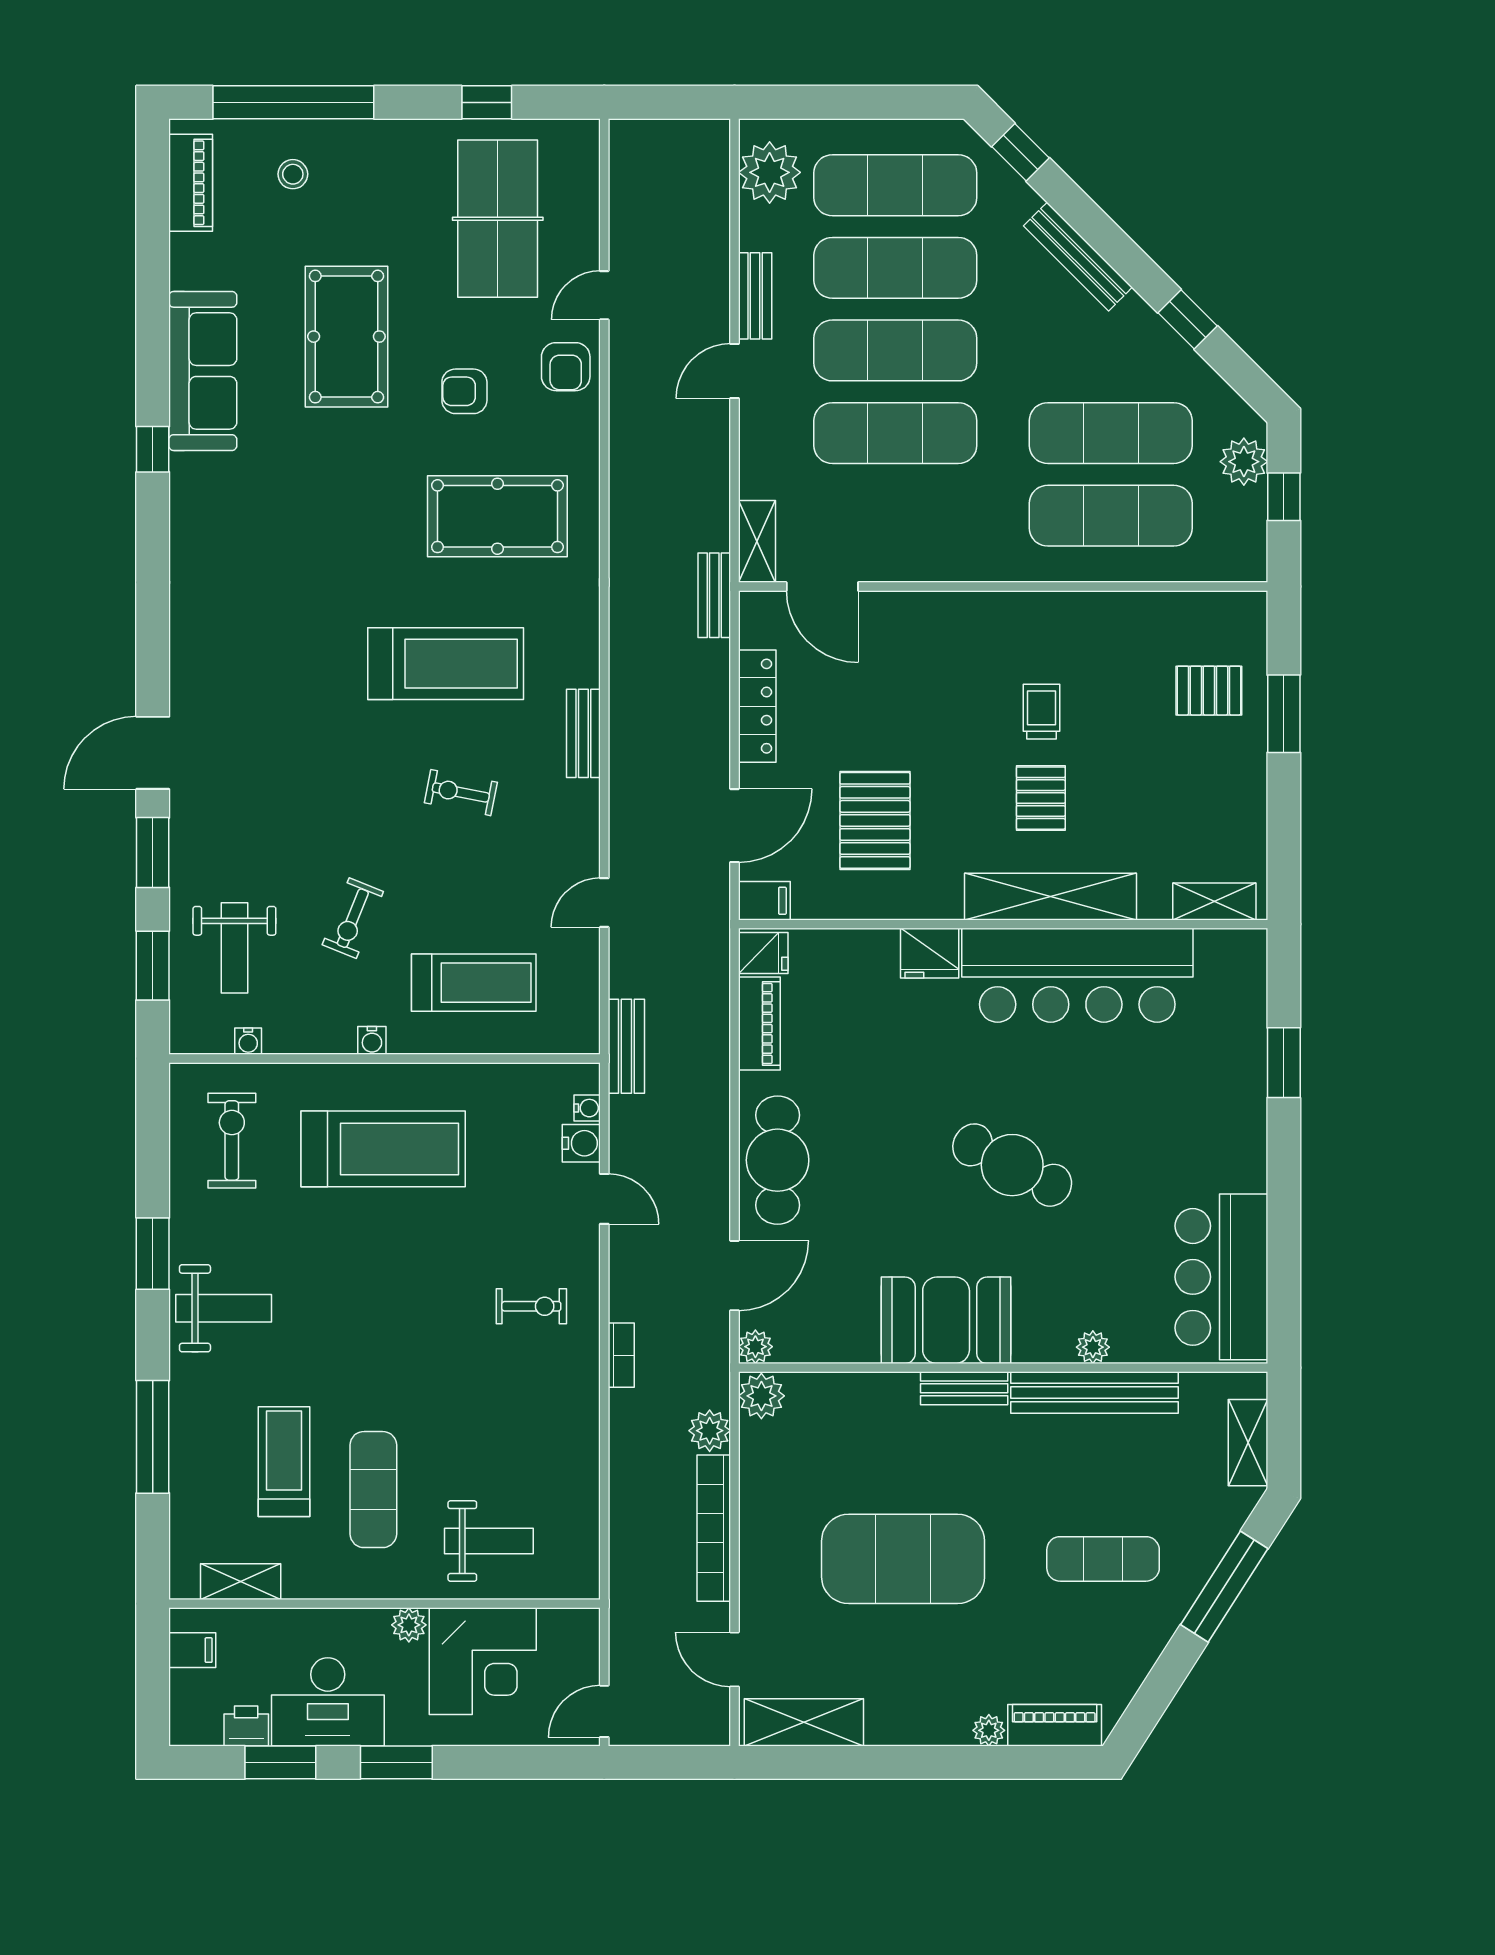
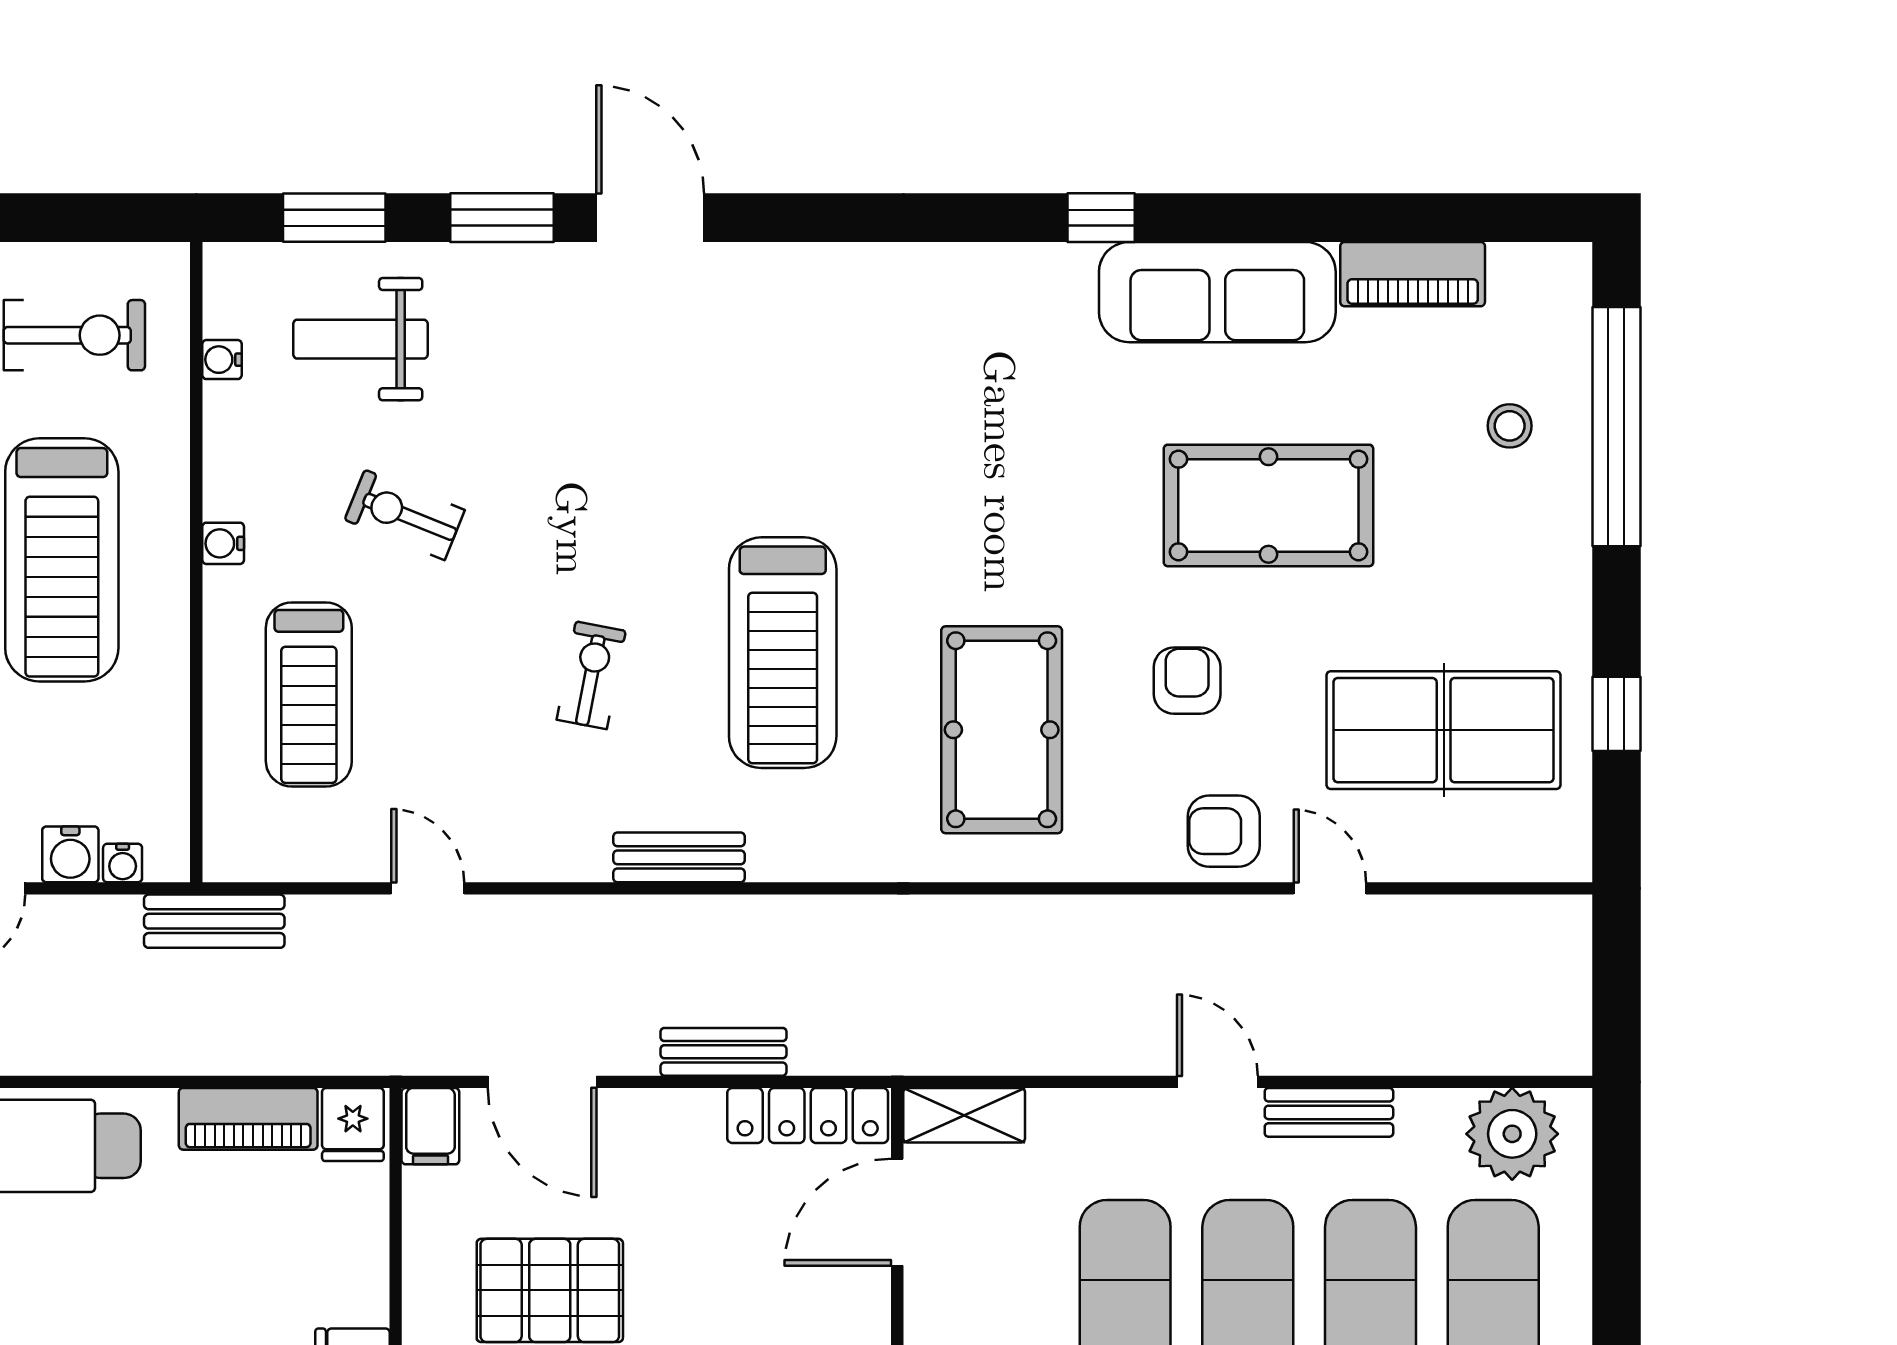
piano: (191, 183) -> (1413, 274), moved
bench: (714, 595) -> (723, 1052), moved
locker: (757, 706) -> (808, 1116), moved

